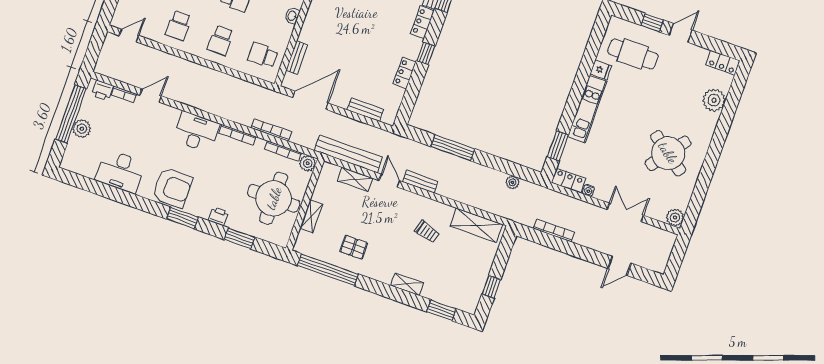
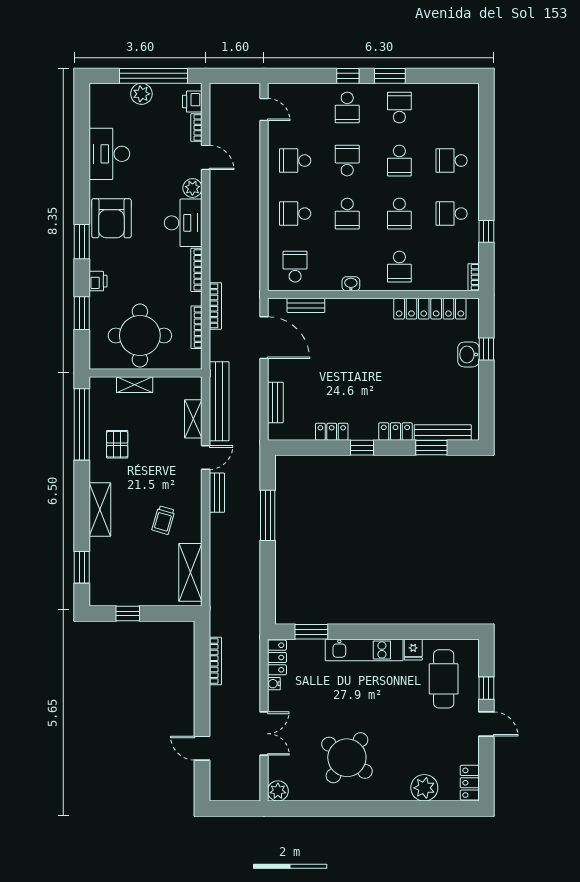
plant: (308, 163) -> (192, 188), moved
plant: (512, 182) -> (253, 596), removed
shelving: (407, 284) -> (100, 510), width x1.50, depth x1.33

